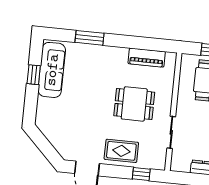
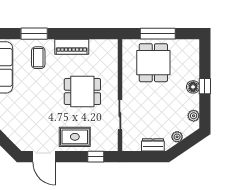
piano: (147, 58) -> (72, 47), moved
coffee table: (91, 64) -> (38, 58), added

